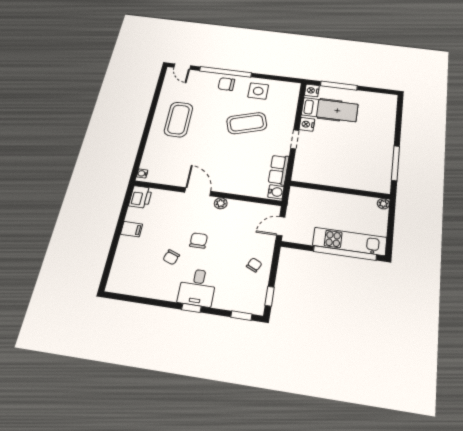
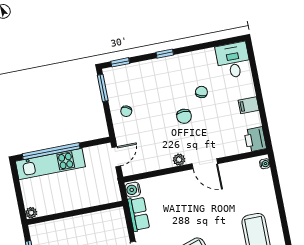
desk: (197, 287) -> (233, 60), moved
window: (270, 296) -> (103, 88), width x1.50

